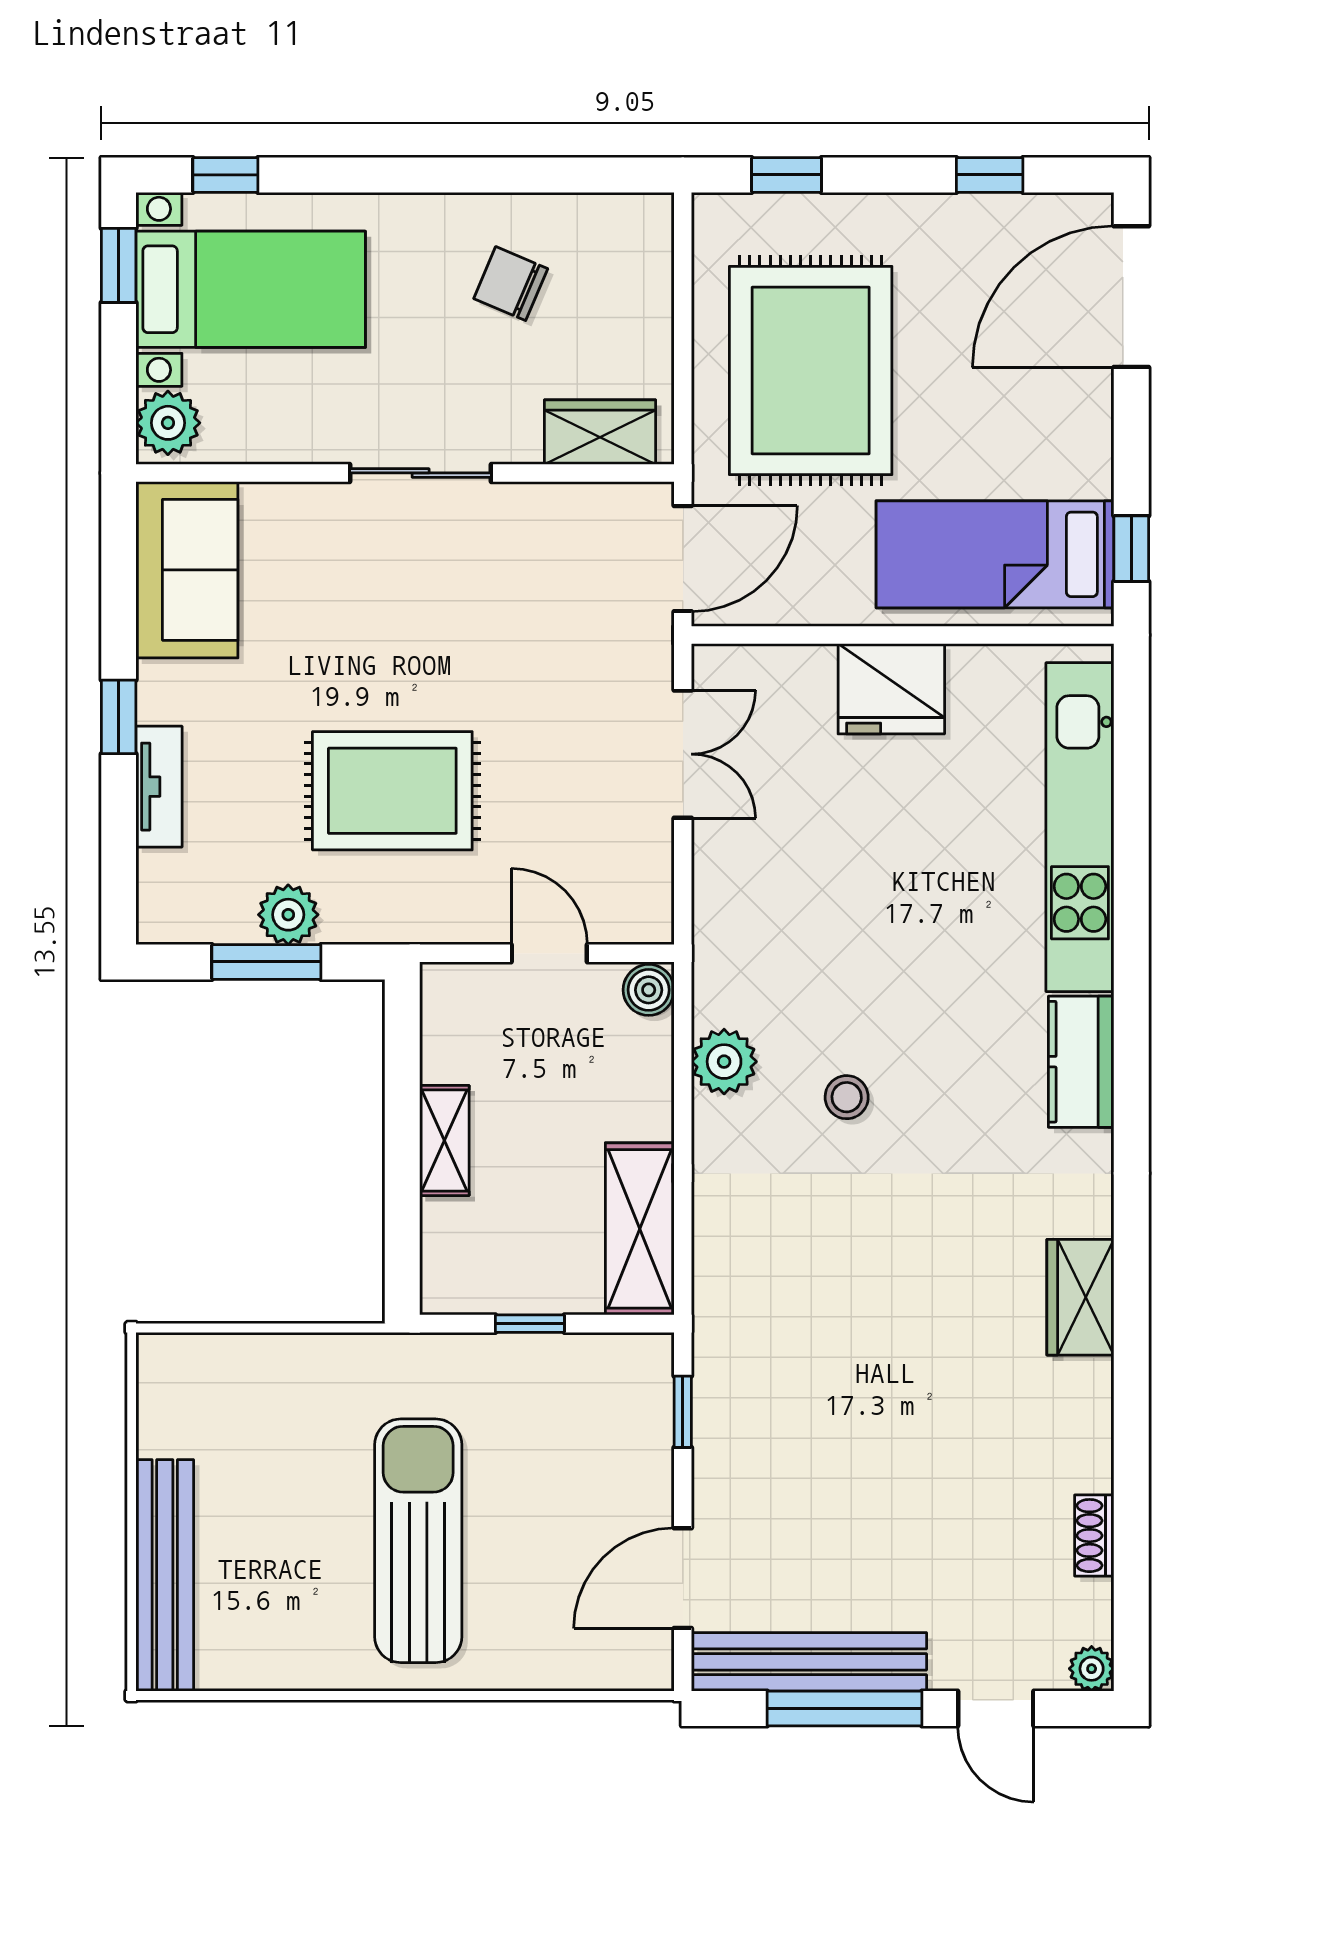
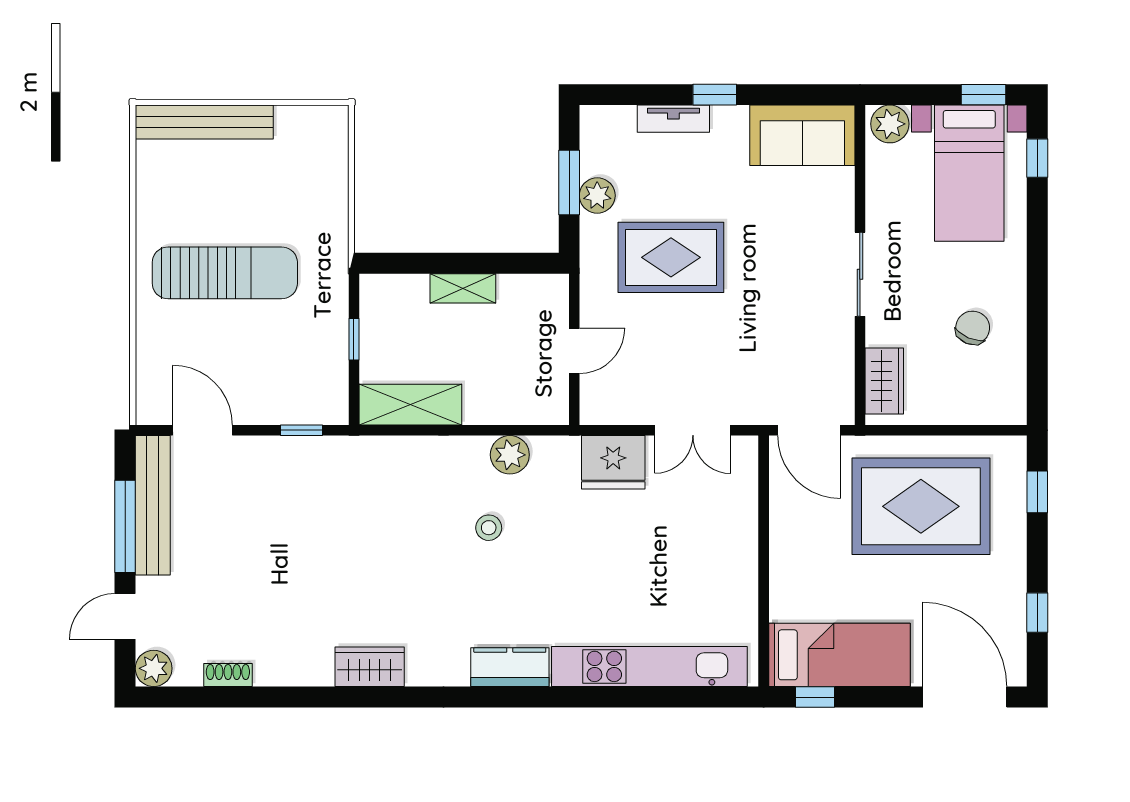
bed: (995, 554) -> (839, 655), moved, turned 90
fridge: (891, 689) -> (613, 462), moved, turned -90
rug: (392, 791) -> (671, 257), turned 90
boiler: (649, 990) -> (552, 410), removed
plant: (1092, 1669) -> (154, 668), width x1.38, depth x1.38

